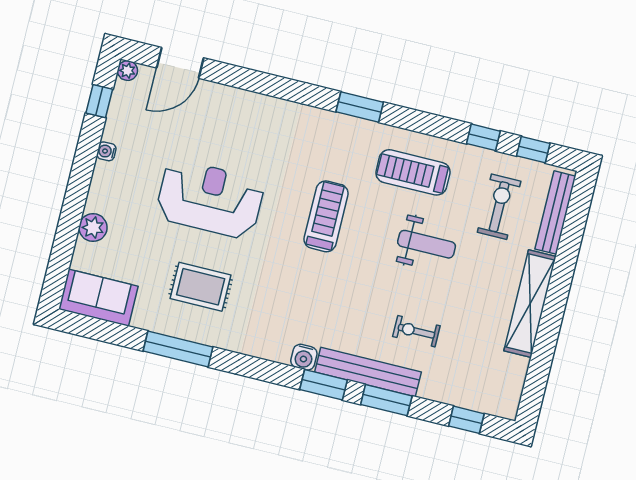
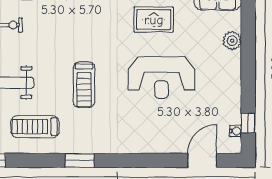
plant: (127, 71) -> (235, 147), removed
water cooler: (106, 151) -> (236, 131), moved
treadmill: (413, 172) -> (35, 127), turned 180

